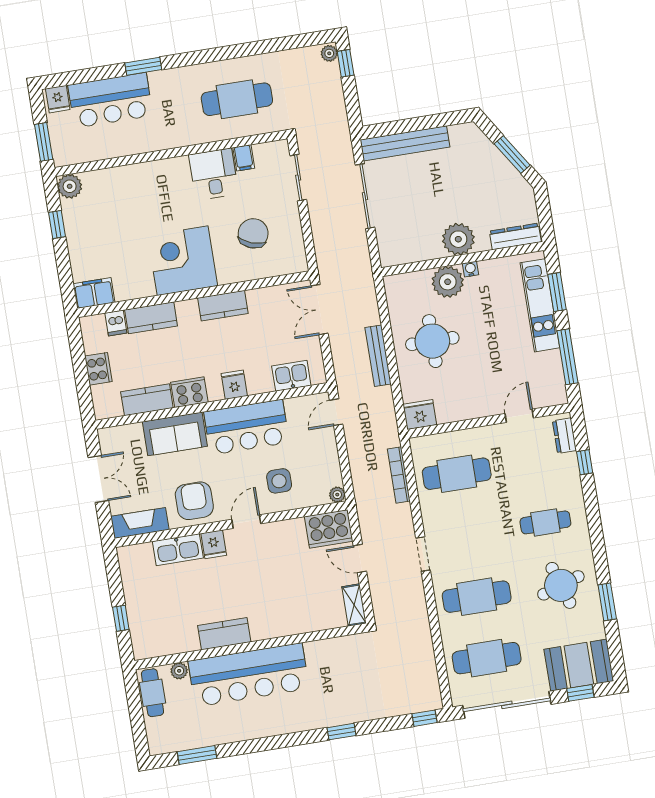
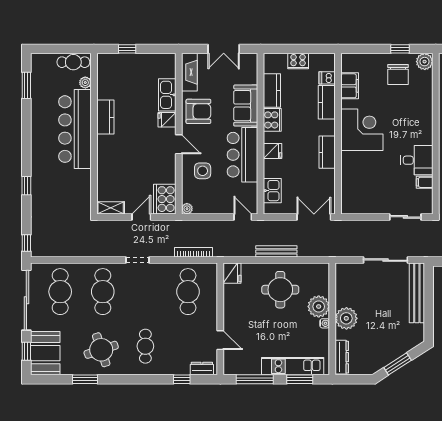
chair: (253, 233) -> (398, 74), moved, turned 70
filing cabinet: (94, 293) -> (350, 86), moved

